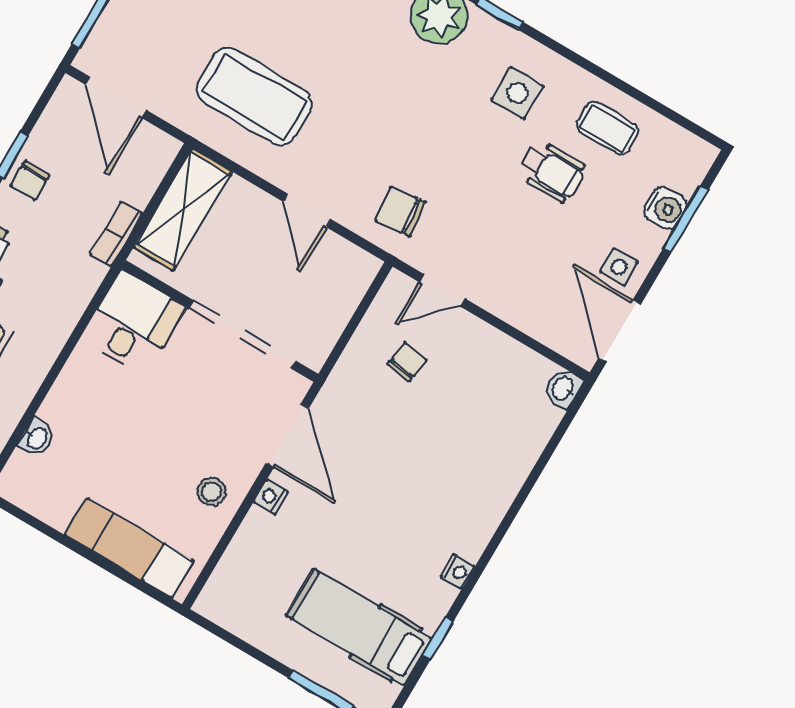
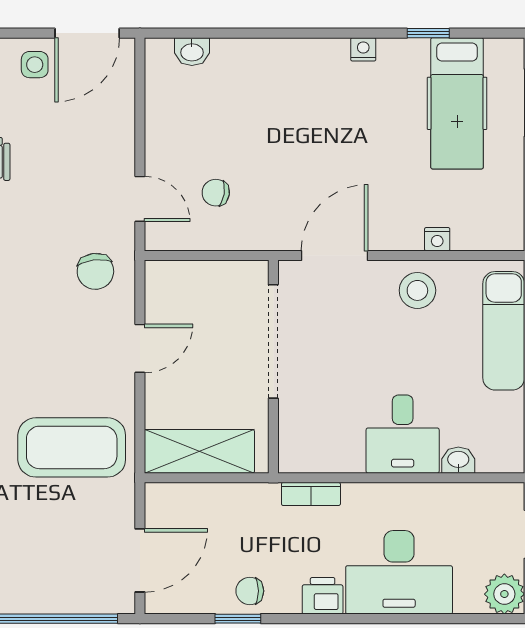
coffee table: (254, 96) -> (72, 447), turned 90
chair: (30, 180) -> (250, 591), turned 180
bookcase: (116, 234) -> (311, 494), moved
desk: (133, 323) -> (403, 434), moved, turned -90
washbasin: (563, 388) -> (192, 52), moved
stool: (212, 492) -> (417, 290), width x1.37, depth x1.37
nightstand: (271, 497) -> (437, 239), moved

